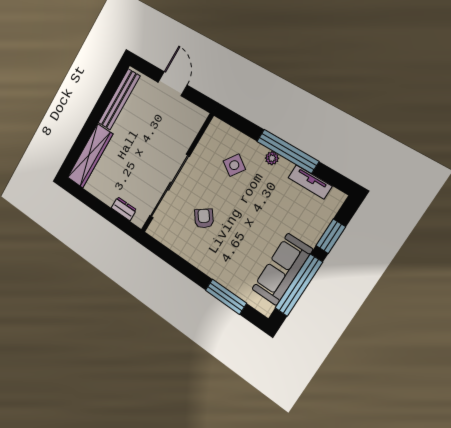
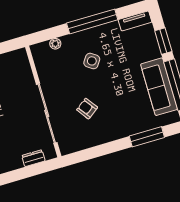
plant: (272, 158) -> (55, 44), moved
side table: (234, 165) -> (92, 61), moved
tv unit: (310, 182) -> (135, 21), moved

